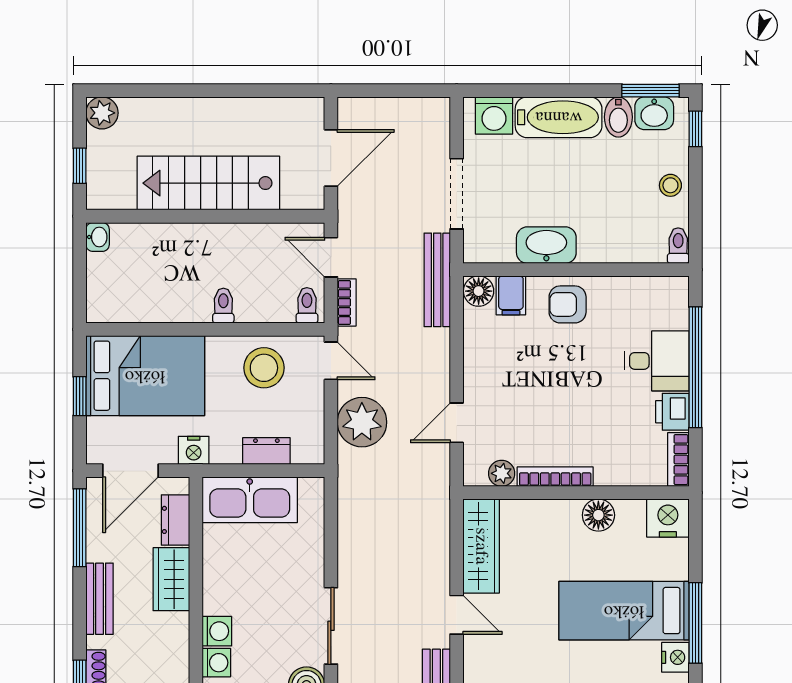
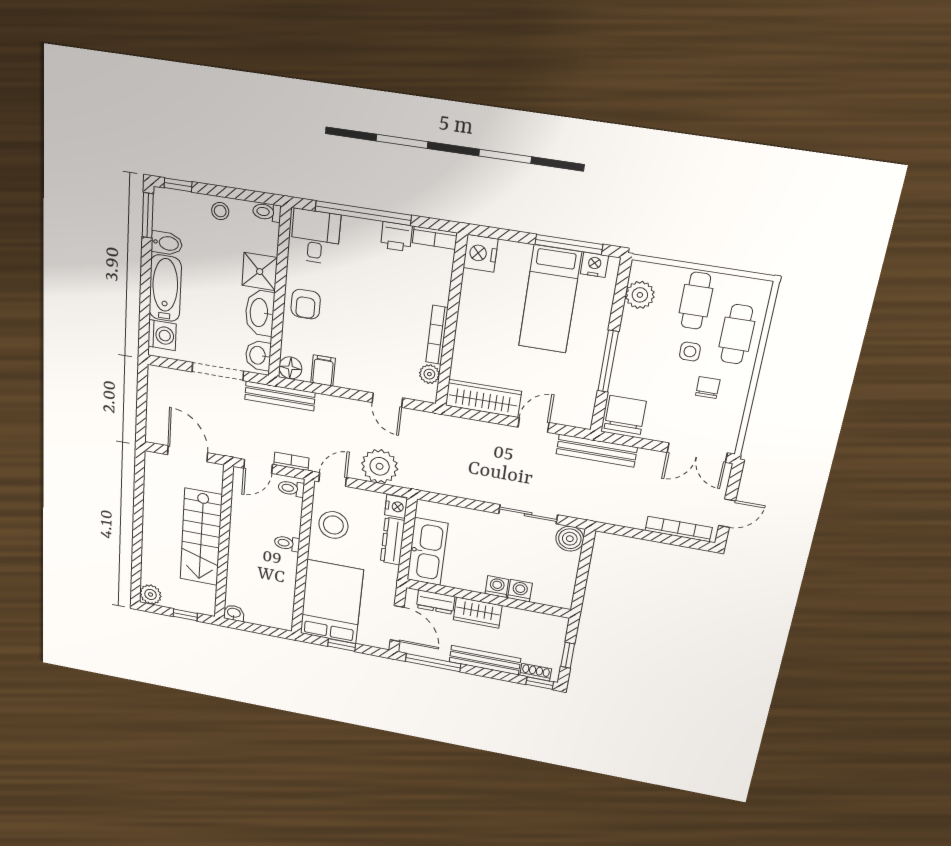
washbasin: (654, 113) -> (258, 355), moved, turned 180
shower: (601, 241) -> (260, 272), added
filing cabinet: (511, 295) -> (323, 370), moved, turned -90
desk: (657, 361) -> (315, 237), moved
nightstand: (194, 450) -> (396, 507), moved
dresser: (266, 451) -> (393, 541), width x1.44
floor lamp: (598, 515) -> (471, 307), removed
bench: (100, 599) -> (485, 660), width x1.36
washing machine: (216, 663) -> (497, 587), moved

